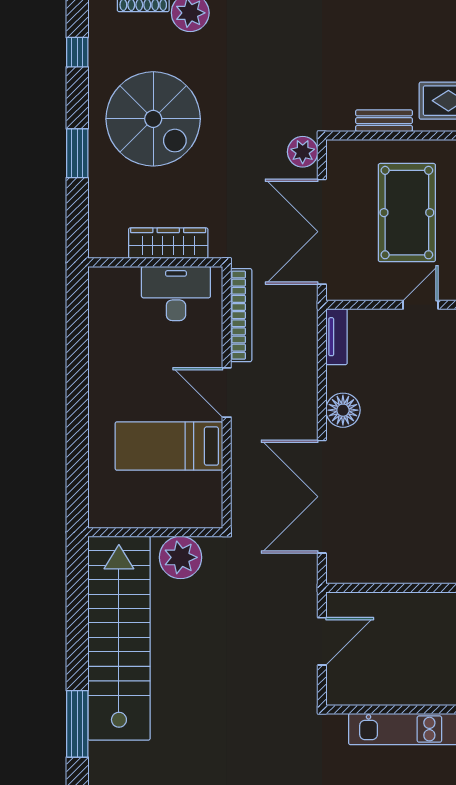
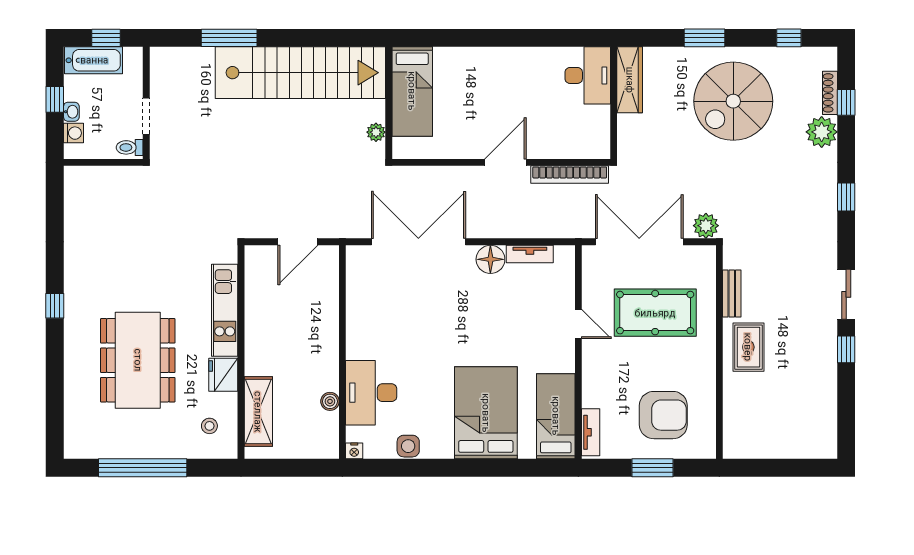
wardrobe: (168, 243) -> (630, 80), moved
desk: (176, 293) -> (588, 75), moved
tv unit: (337, 337) -> (530, 254), moved
bed: (169, 446) -> (412, 91), moved, turned 180
plant: (181, 557) -> (376, 132), width x0.53, depth x0.53
door: (322, 641) -> (298, 242), hinge flipped

